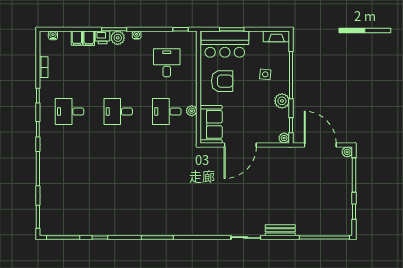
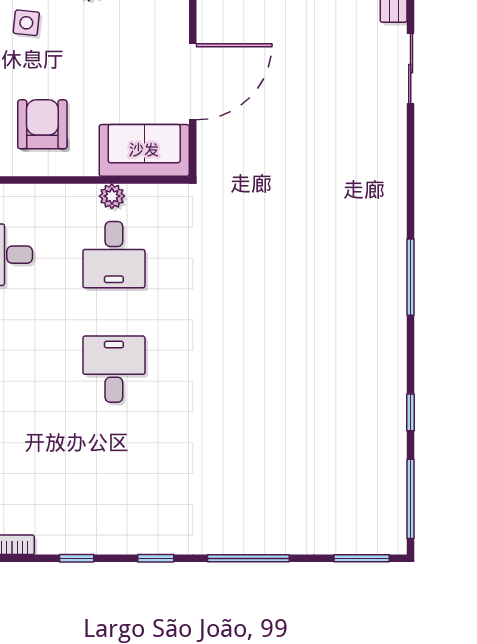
desk: (70, 112) -> (114, 484), removed
desk: (118, 112) -> (114, 369), turned 180
door: (240, 145) -> (193, 82), hinge flipped

